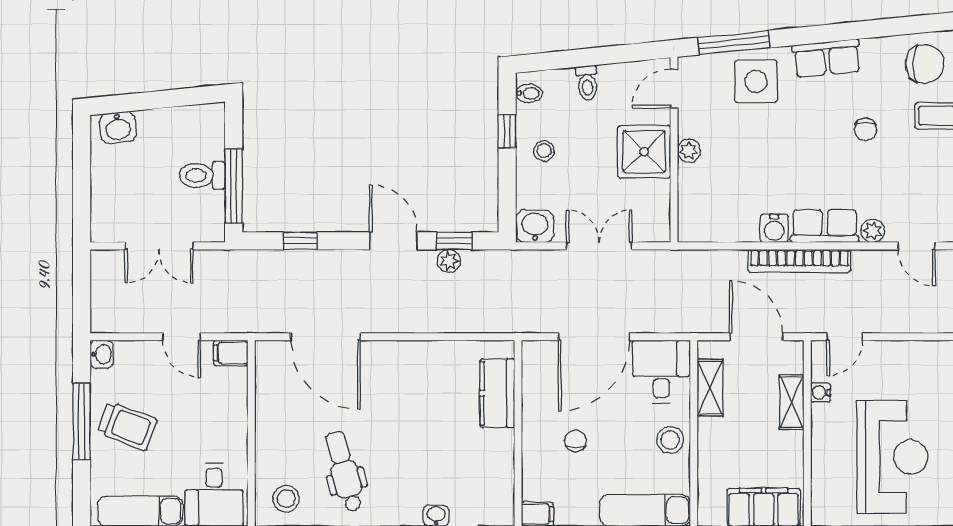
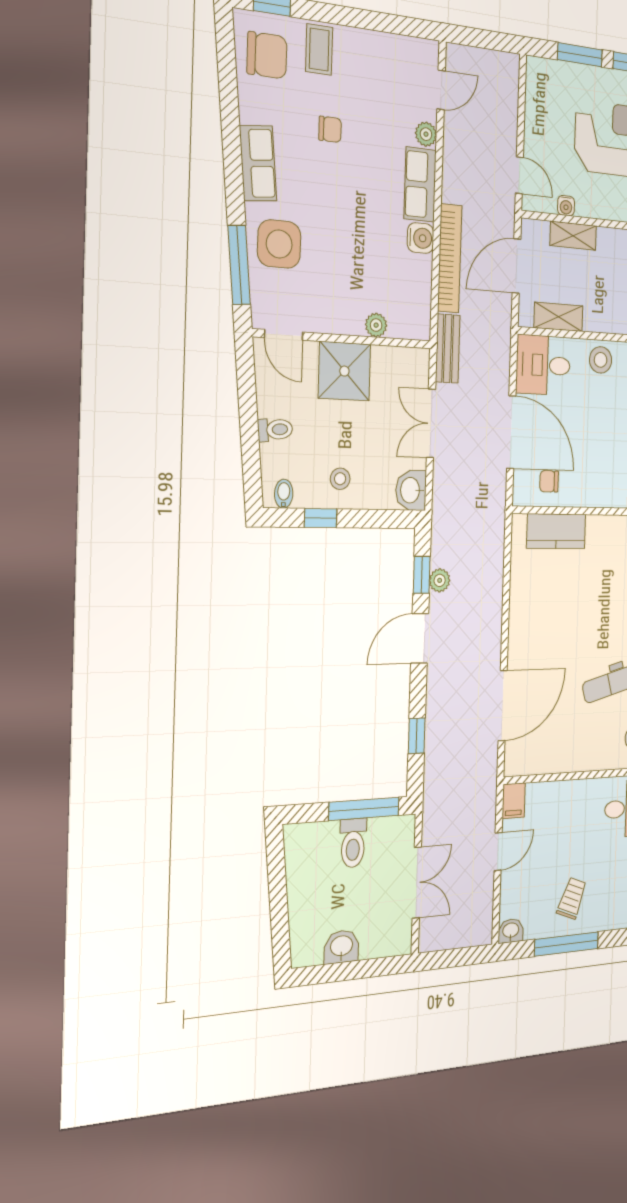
chair: (925, 64) -> (267, 55), turned 90
washbasin: (118, 127) -> (341, 947), moved, turned -84
plant: (689, 151) -> (376, 325), moved
bookcase: (799, 261) -> (450, 258), moved
bench: (671, 262) -> (448, 348), added
trolley: (127, 426) -> (572, 898), width x0.73, depth x0.72
chair: (575, 441) -> (549, 481), moved

